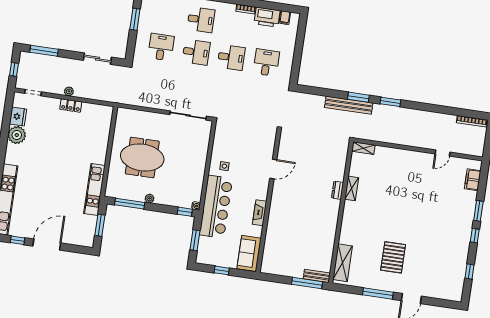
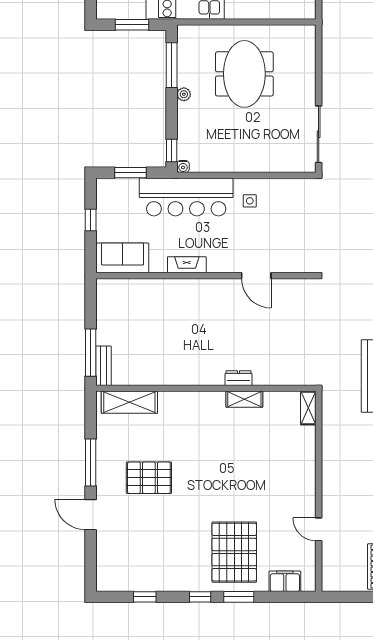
pallet: (449, 210) -> (234, 552), added

